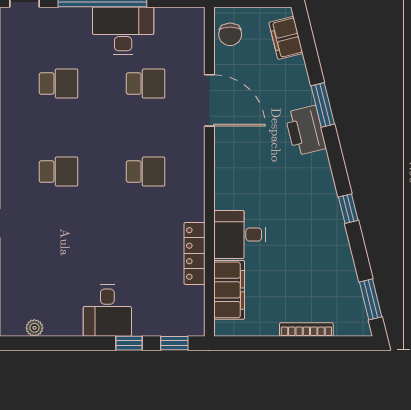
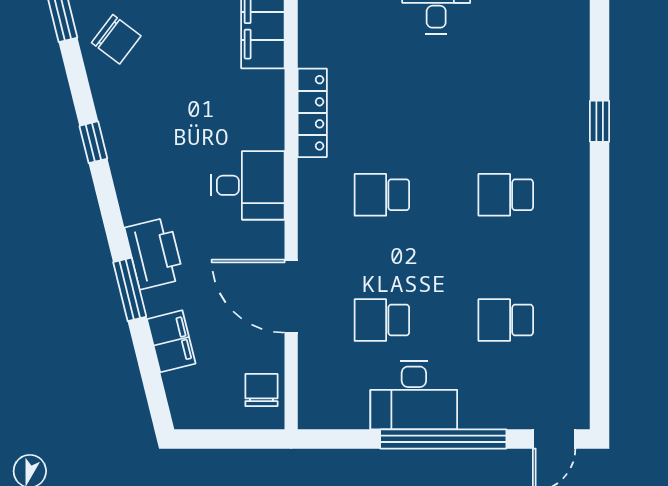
filing cabinet: (286, 38) -> (171, 341), moved
desk: (240, 234) -> (248, 185), moved
locker: (194, 253) -> (312, 113), moved
chair: (332, 281) -> (116, 39), added

